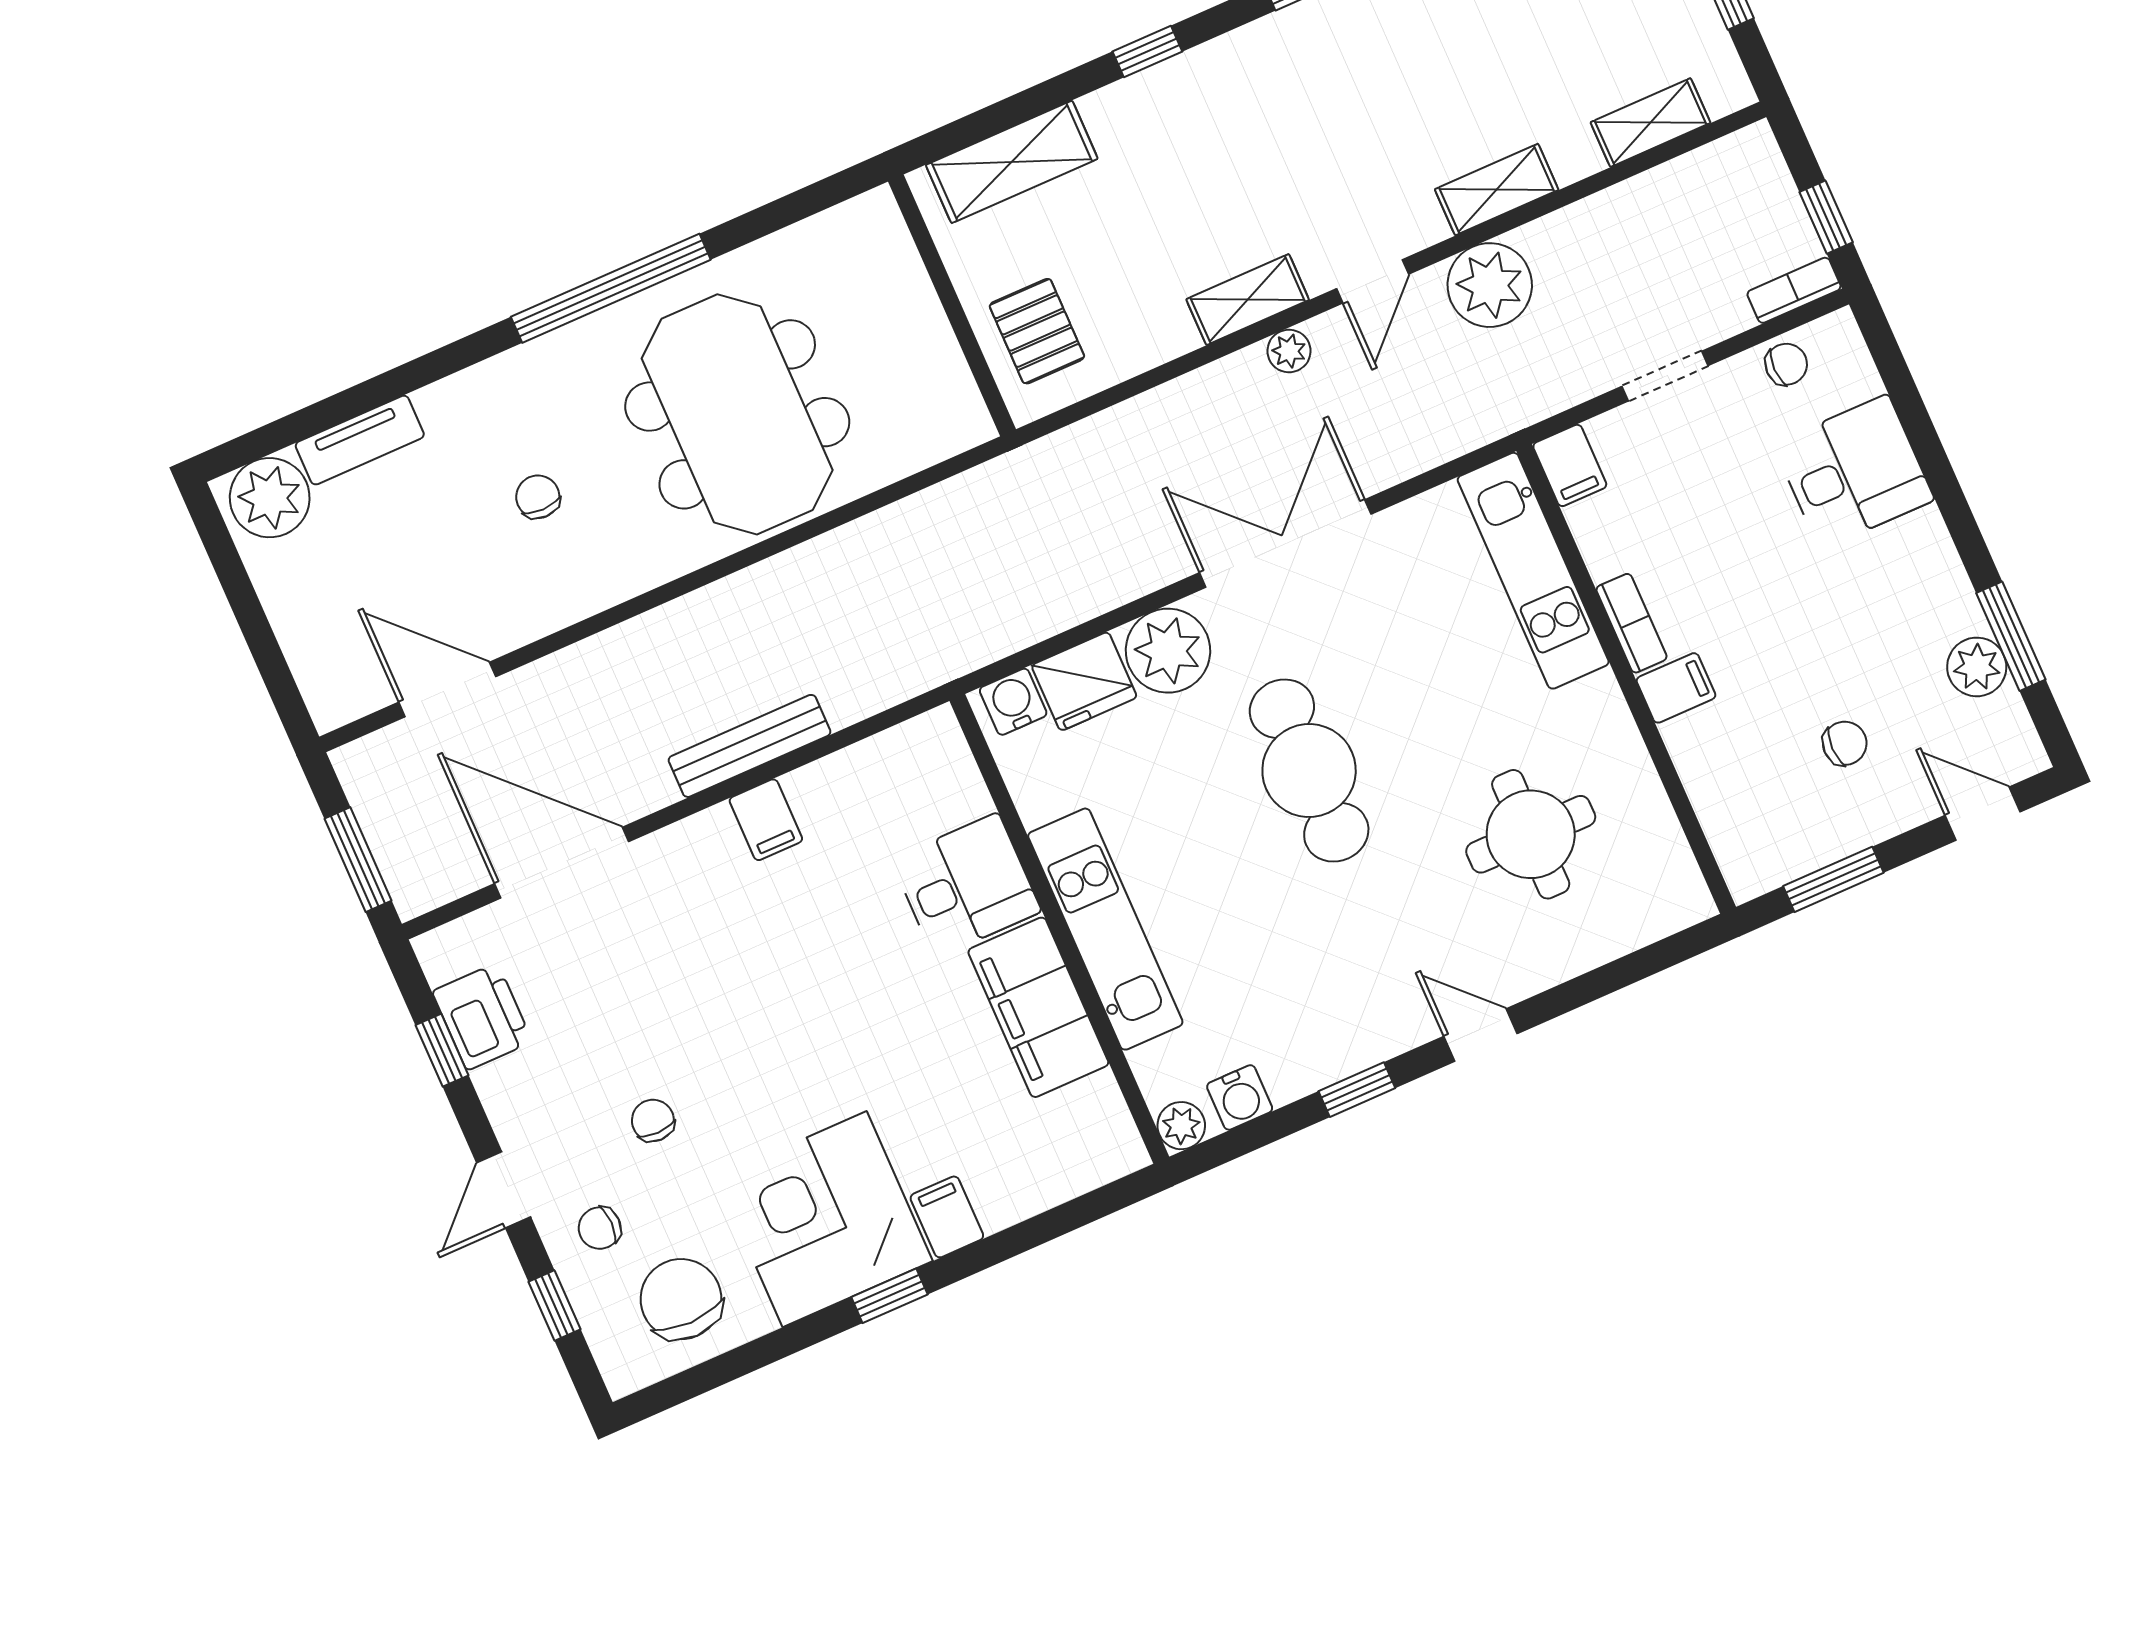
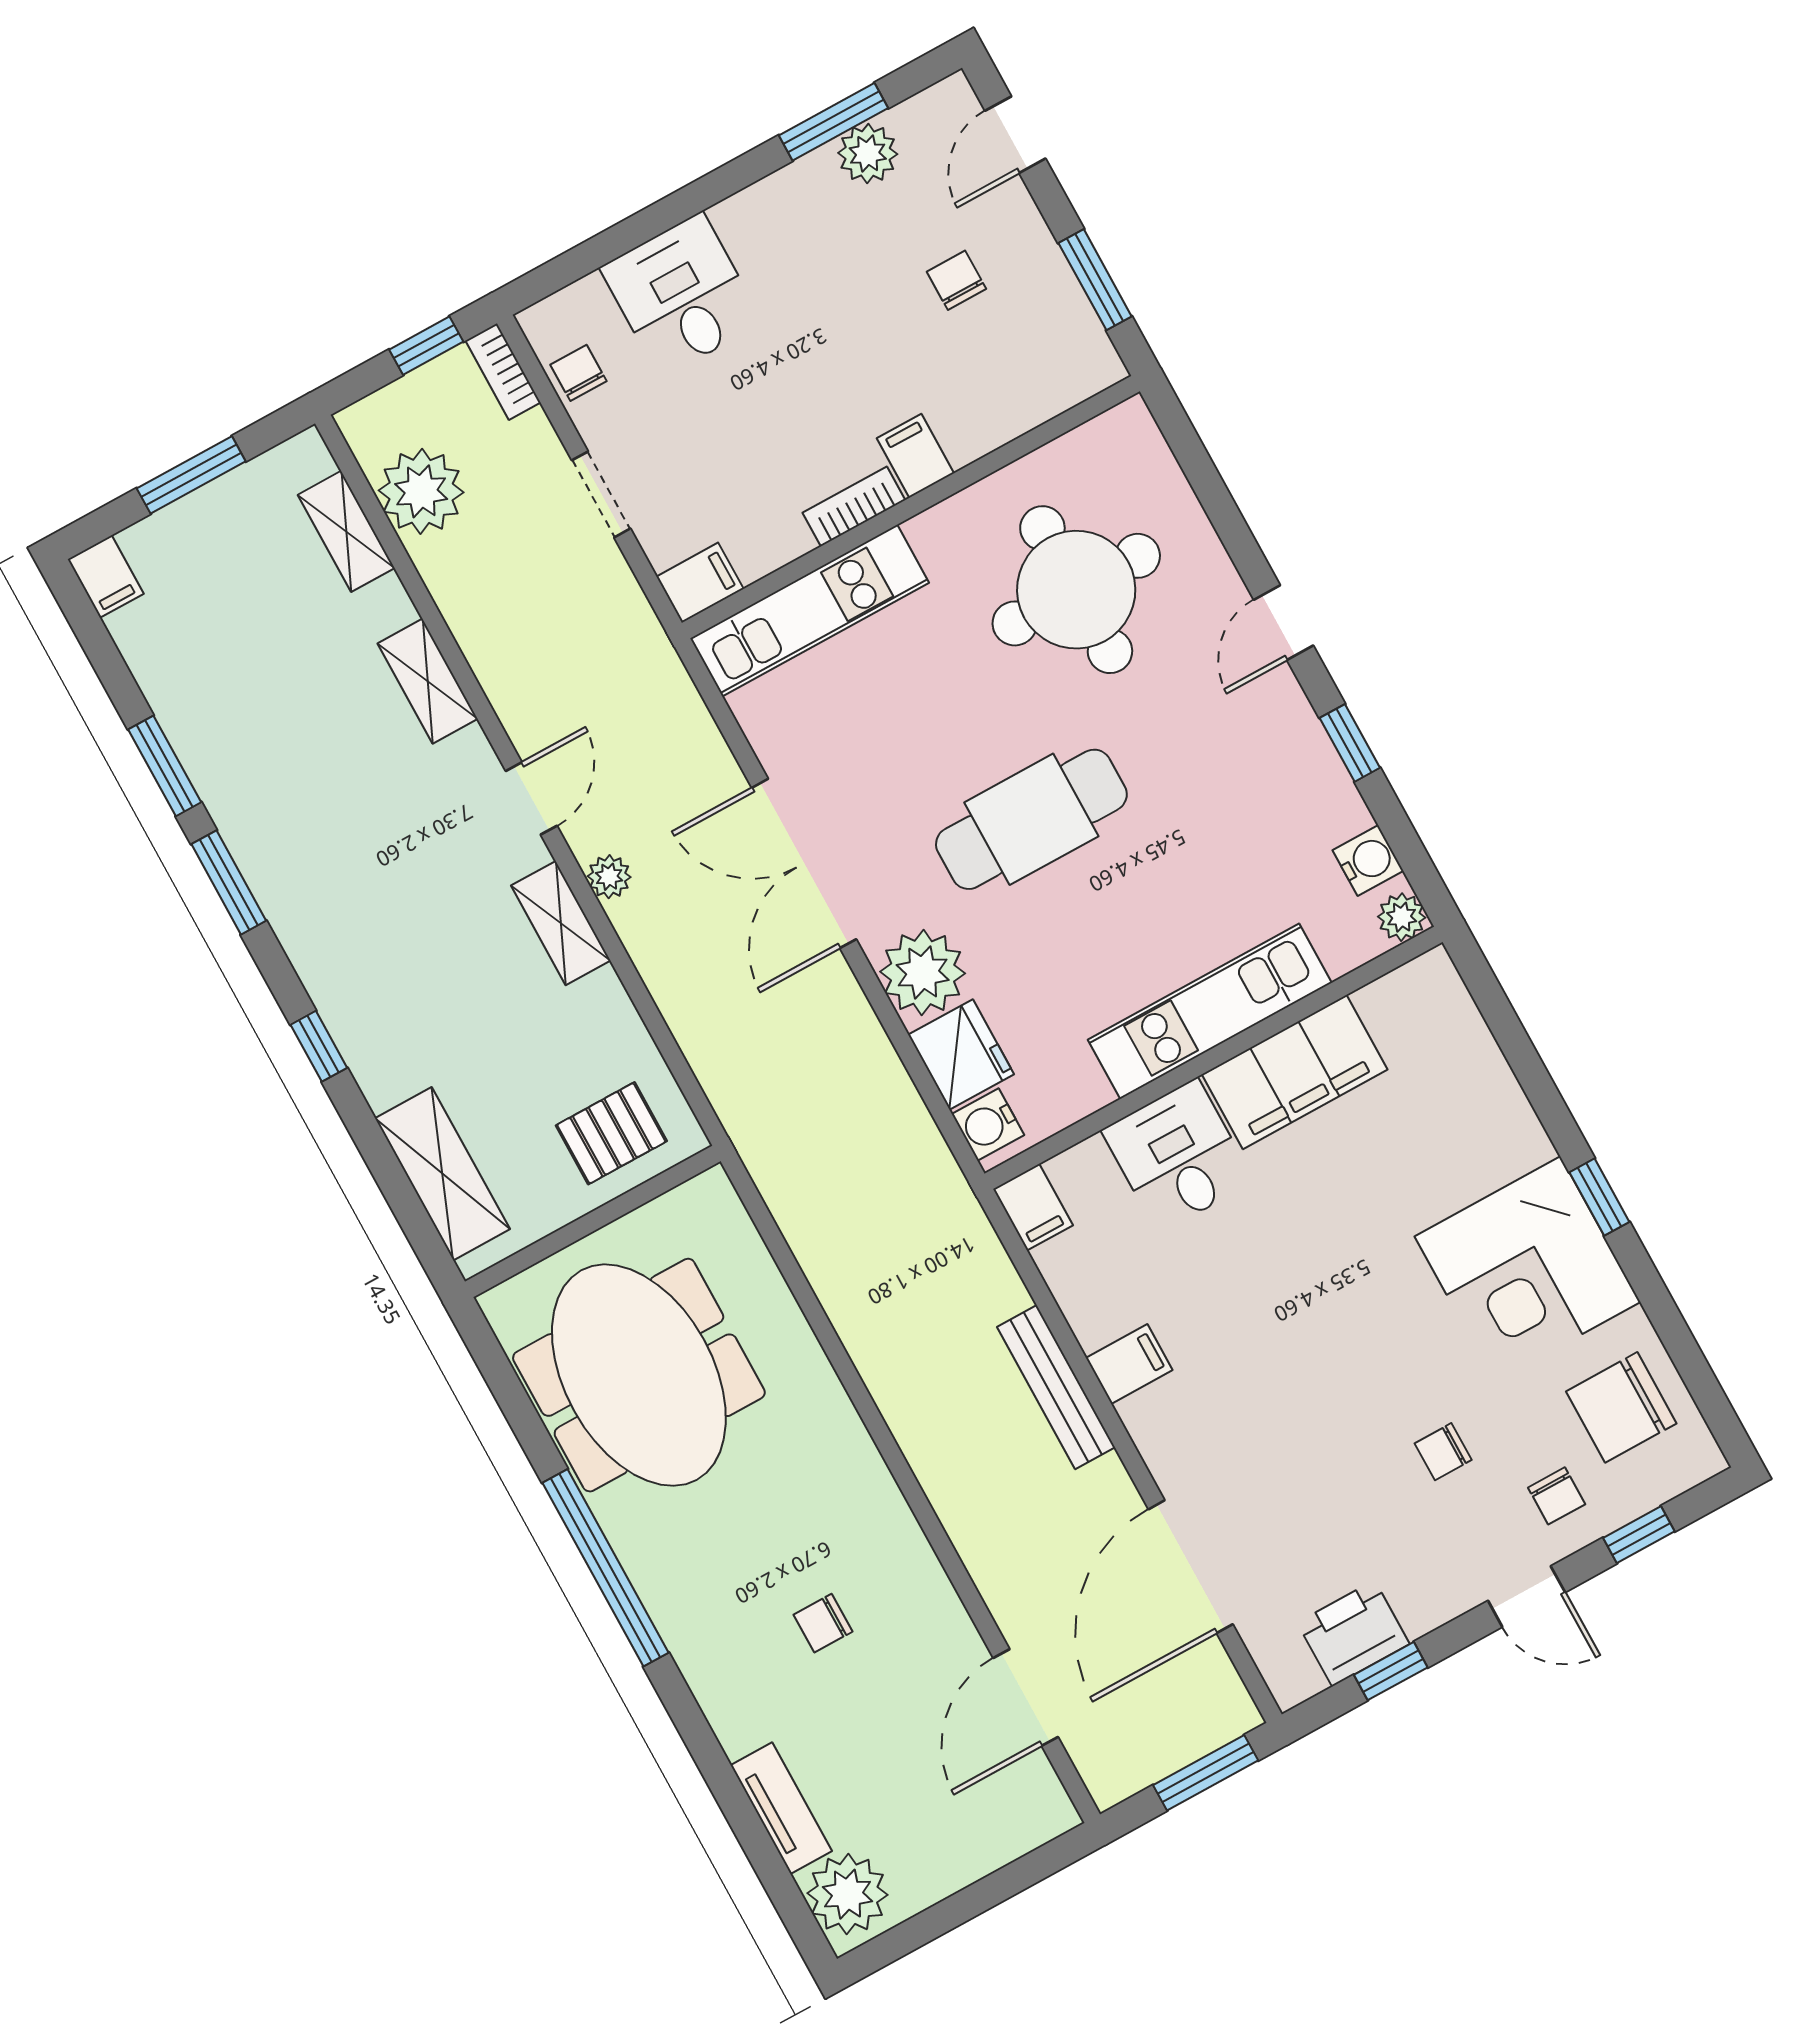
door: (1373, 281) -> (531, 798), hinge flipped
plant: (1490, 285) -> (421, 491), moved
meeting table: (737, 414) -> (639, 1375), moved, turned 90
round table: (1531, 834) -> (1076, 590), width x1.36, depth x1.36
filing cabinet: (947, 1217) -> (1033, 1207), moved, turned -90

